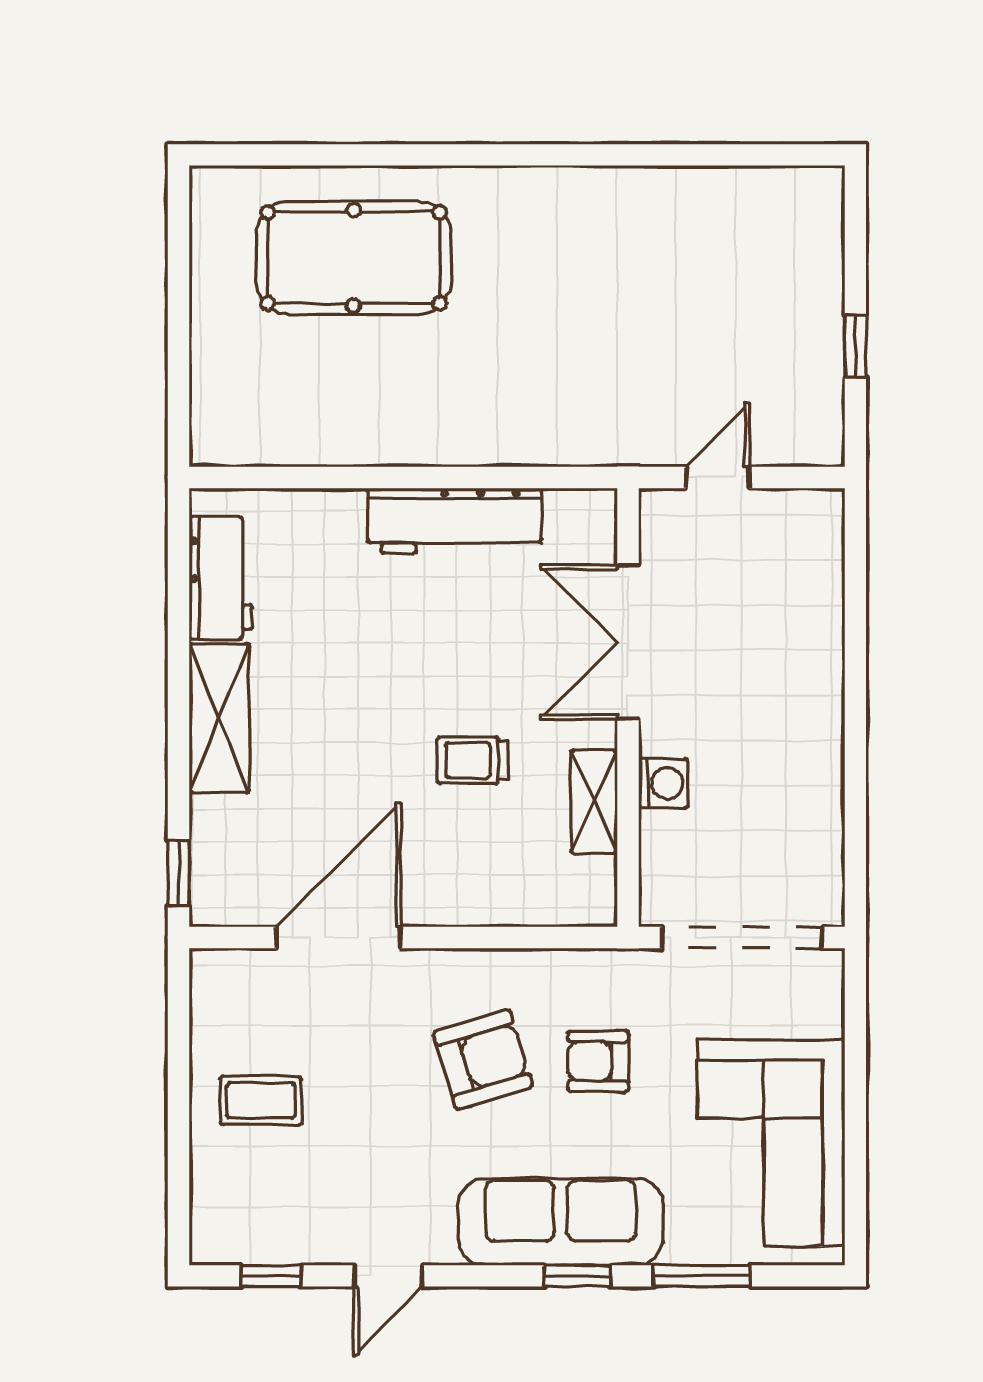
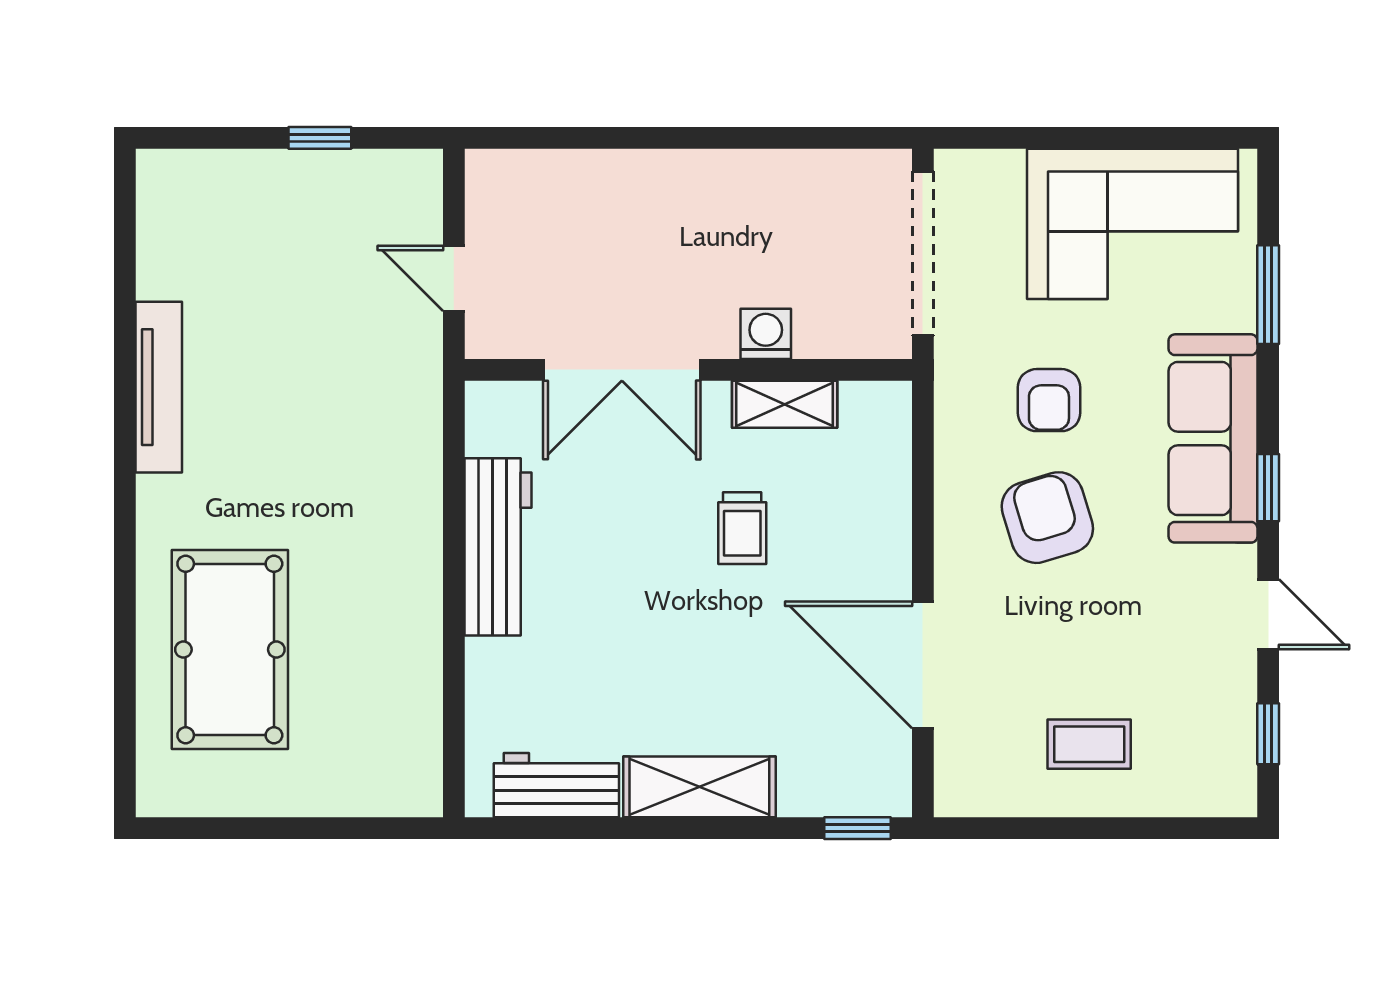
tv unit: (611, 188) -> (159, 387), added
coffee table: (261, 1100) -> (1089, 744), turned 90
window: (577, 1276) -> (1268, 488), moved

